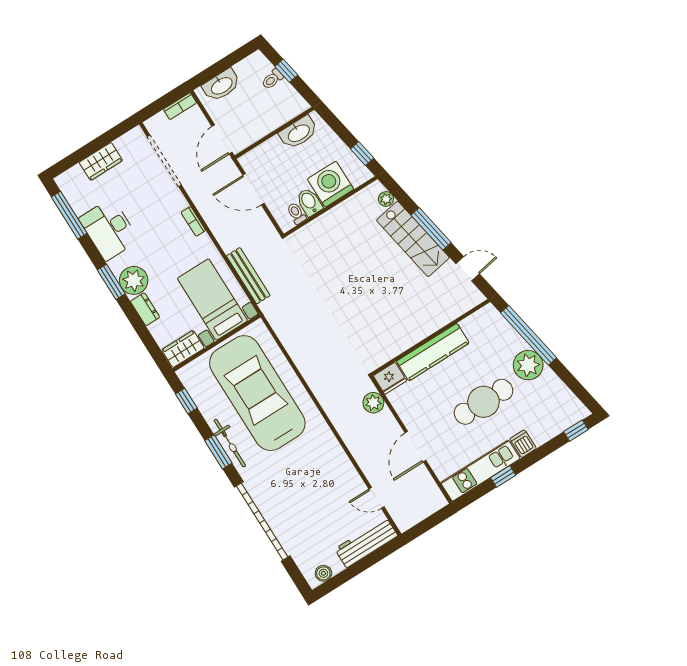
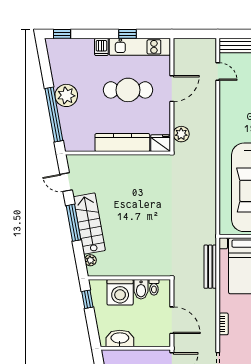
cafe table: (484, 402) -> (128, 90), moved

